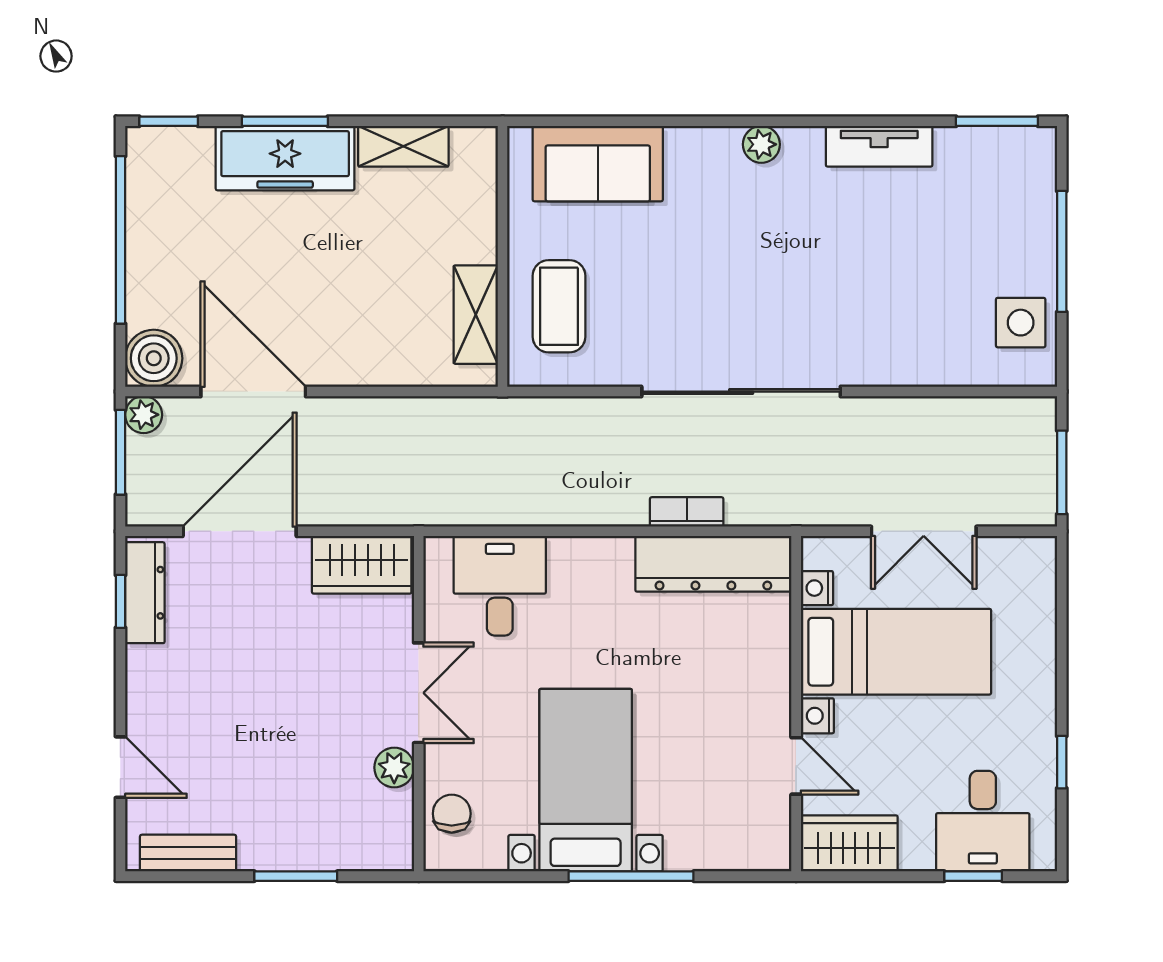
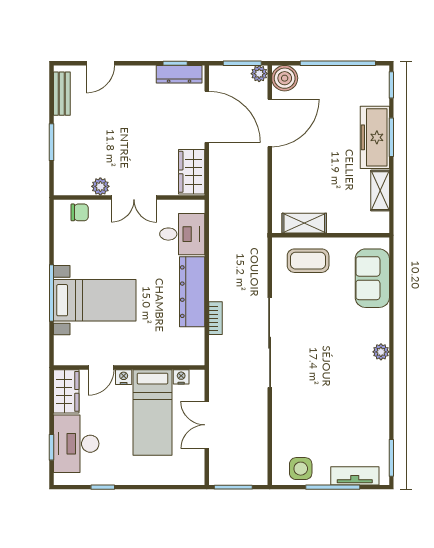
tv unit: (879, 146) -> (355, 476), moved, turned 90
dresser: (713, 564) -> (192, 292), moved
bed with nightstands: (586, 780) -> (95, 300), moved
desk: (983, 821) -> (76, 444), width x1.37

